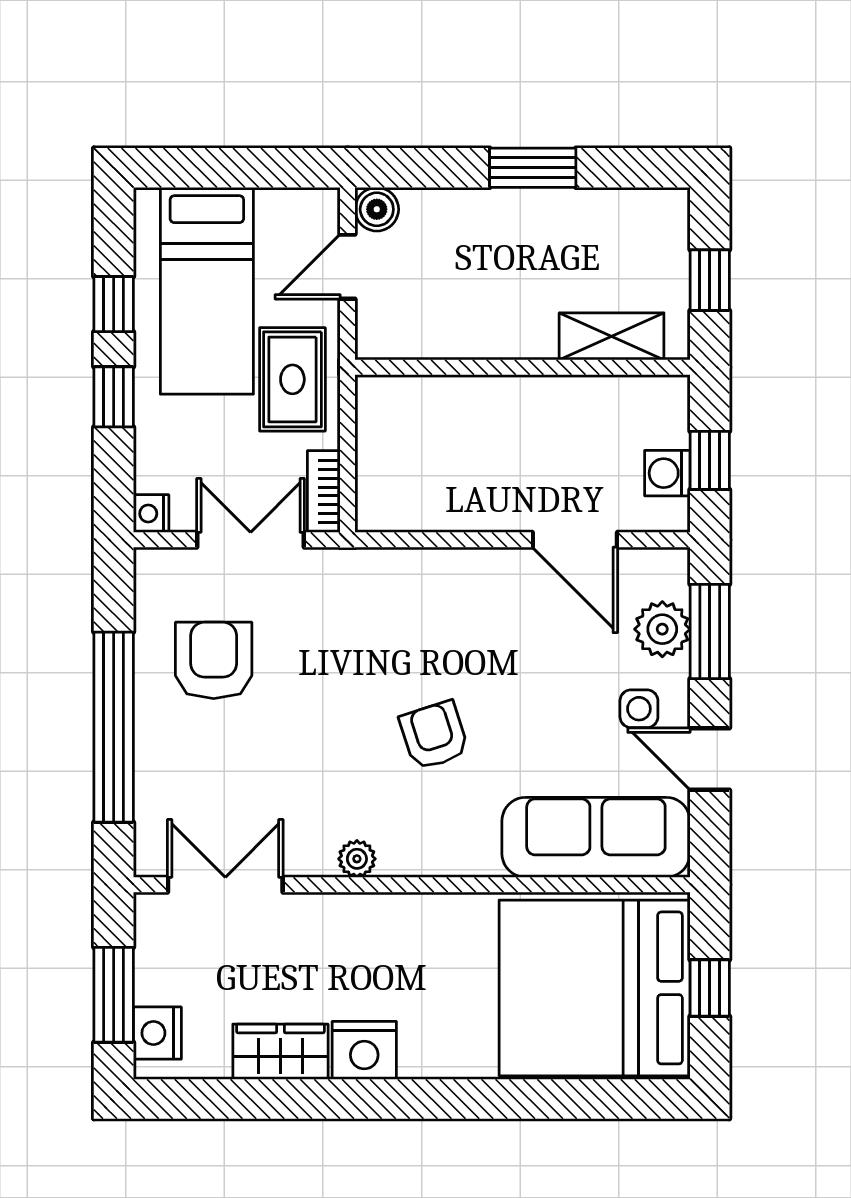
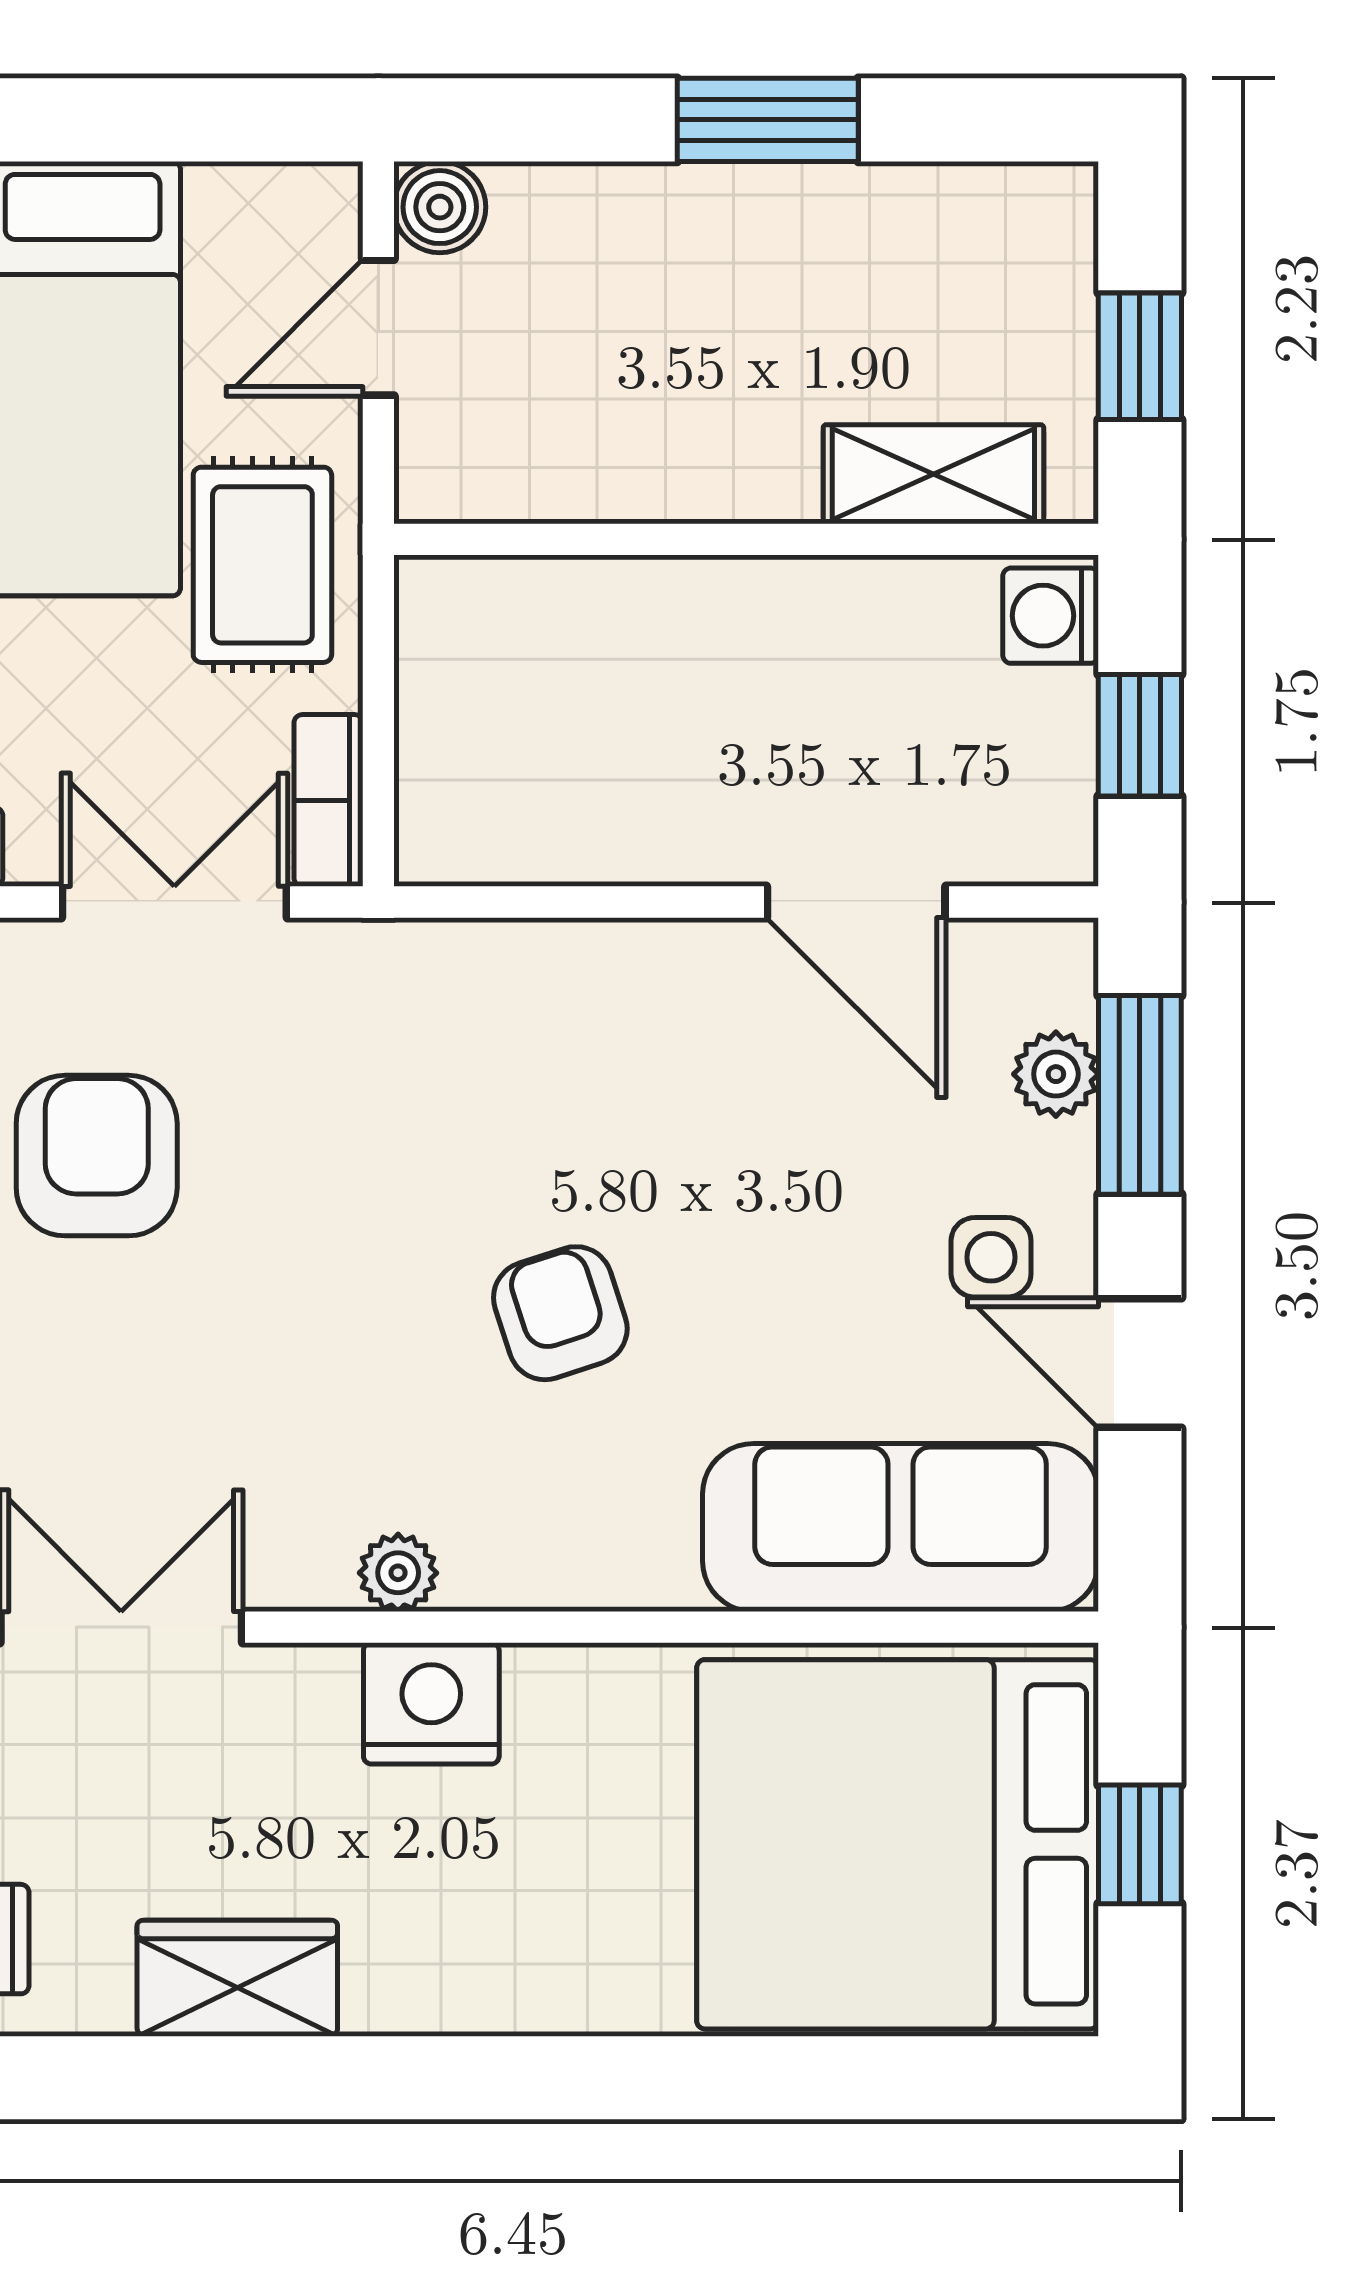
washing machine: (667, 473) -> (1051, 616), moved
plant: (662, 629) -> (1056, 1074), width x0.73, depth x0.73
nightstand: (364, 1050) -> (431, 1703), moved, turned 180

